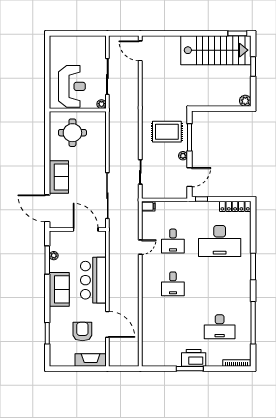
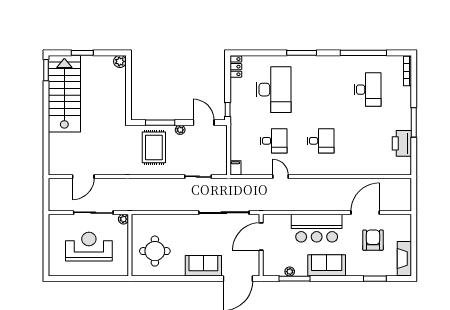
door: (140, 51) -> (83, 177), moved
reception desk: (72, 86) -> (89, 247), moved
locker: (235, 206) -> (236, 67), width x0.66
armchair: (82, 332) -> (373, 240), turned 90
printer: (194, 358) -> (402, 143), moved
fireplace: (91, 360) -> (404, 259), moved

